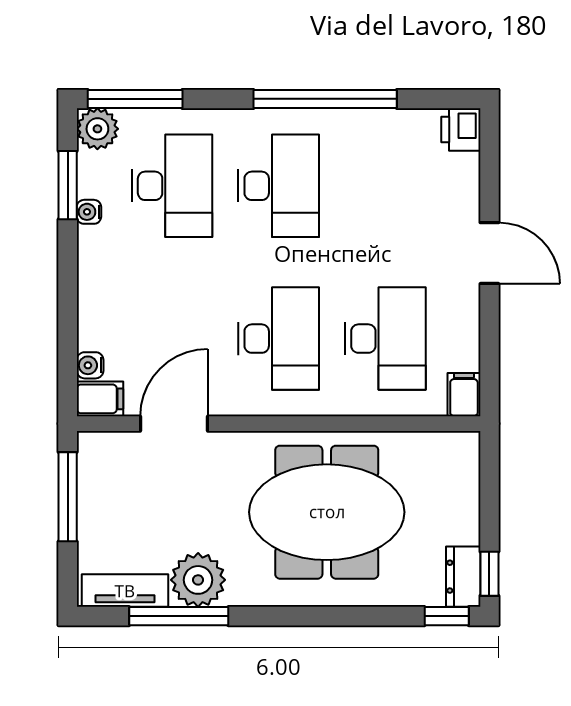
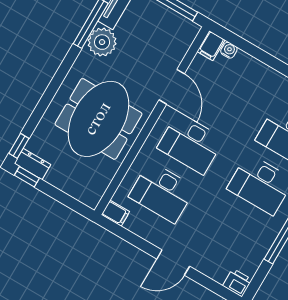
door: (174, 424) -> (172, 87), moved

